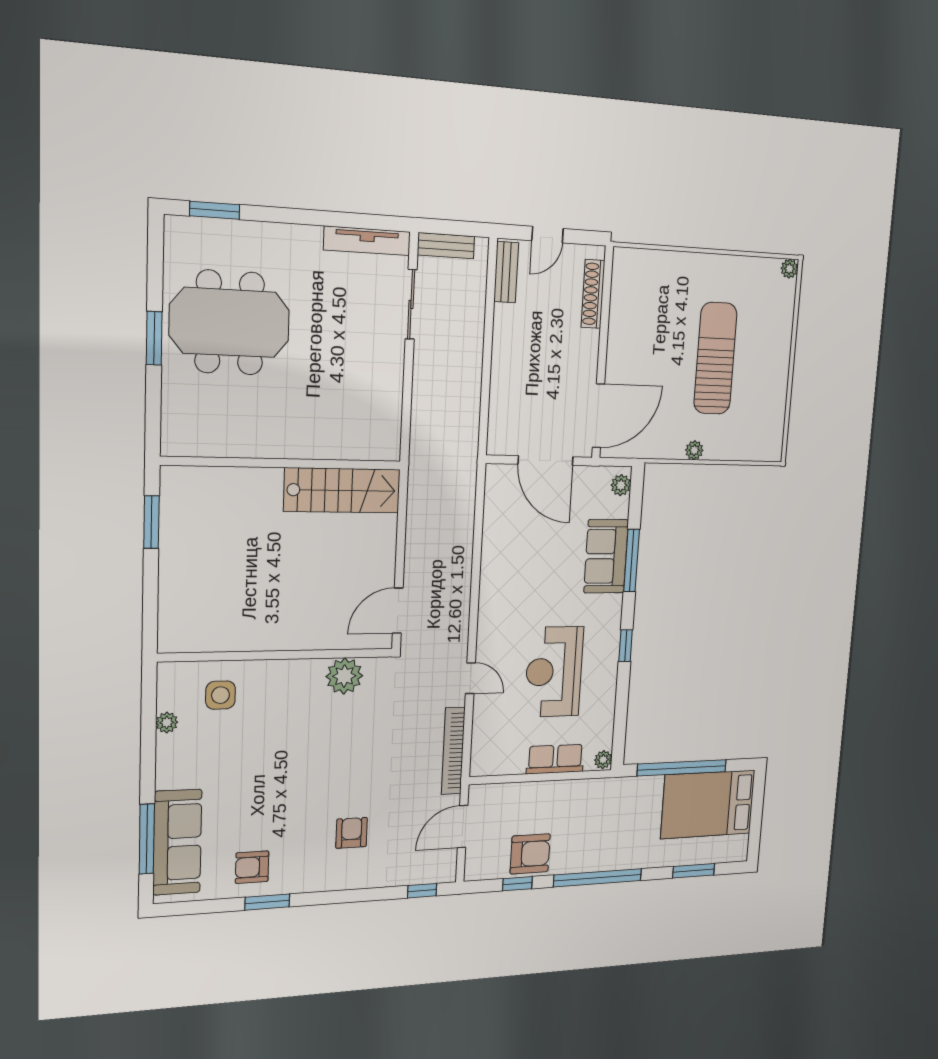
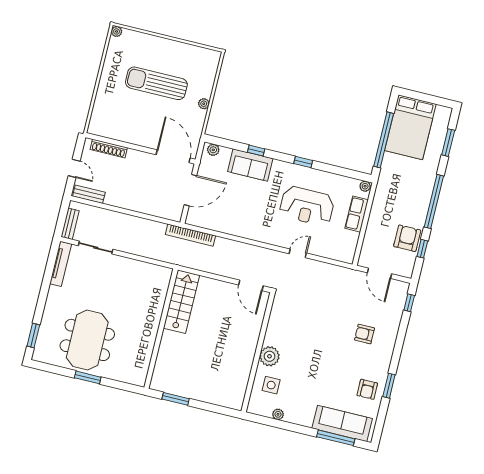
window: (632, 560) -> (256, 151), width x0.46
plant: (344, 676) -> (269, 356), moved
bookcase: (453, 751) -> (190, 235), moved

